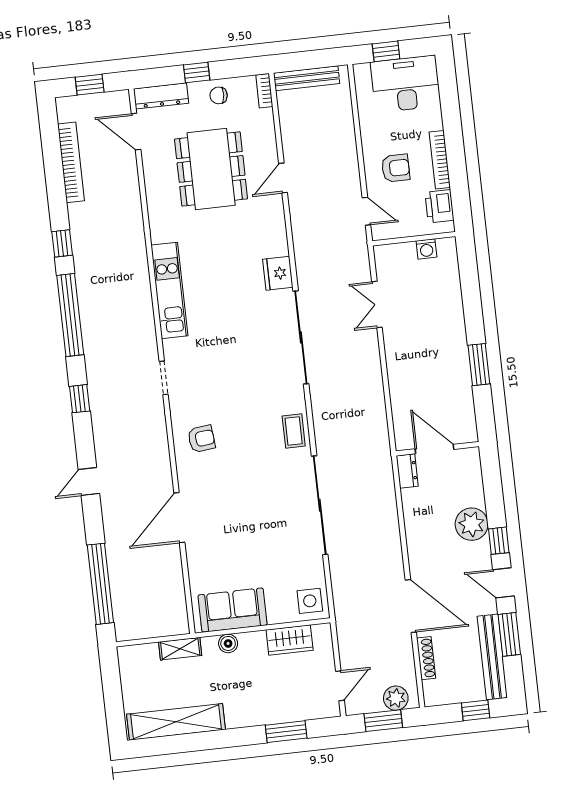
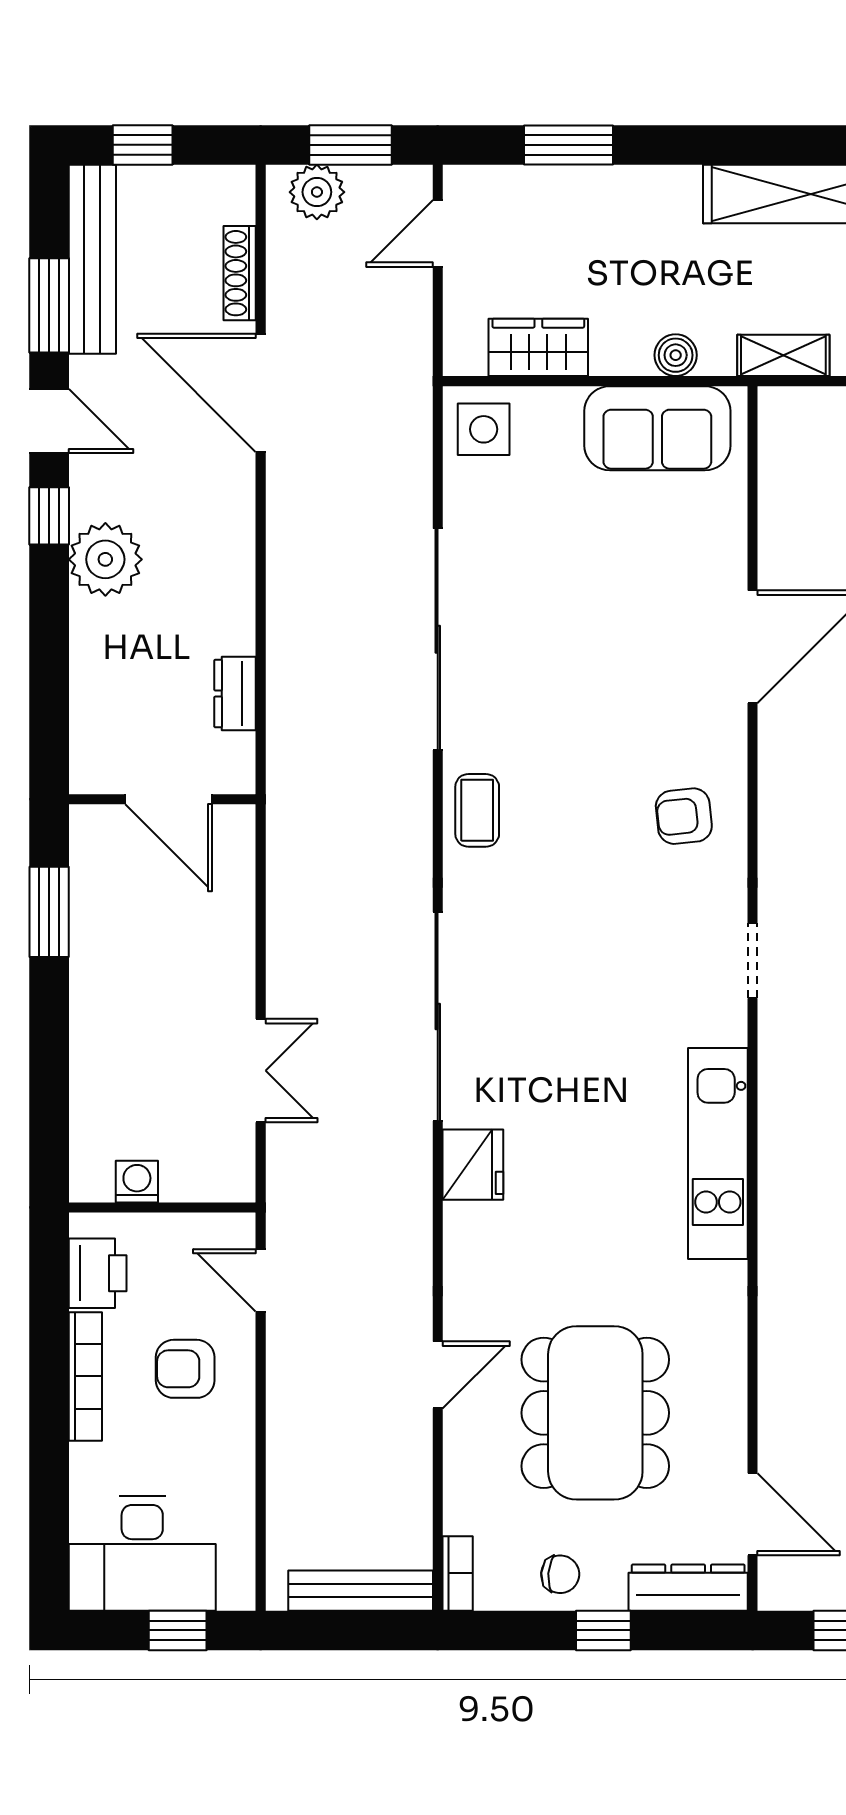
door: (435, 449) -> (169, 799), moved
wall: (437, 449) -> (162, 799), moved

